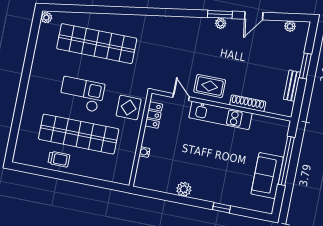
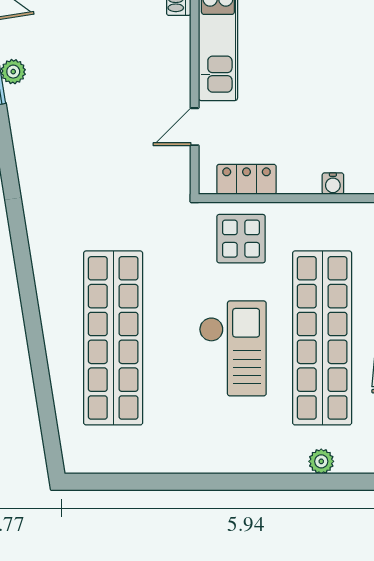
plant: (46, 17) -> (321, 461), moved
rug: (210, 86) -> (157, 68), removed
checkout: (82, 94) -> (233, 348), turned 180

